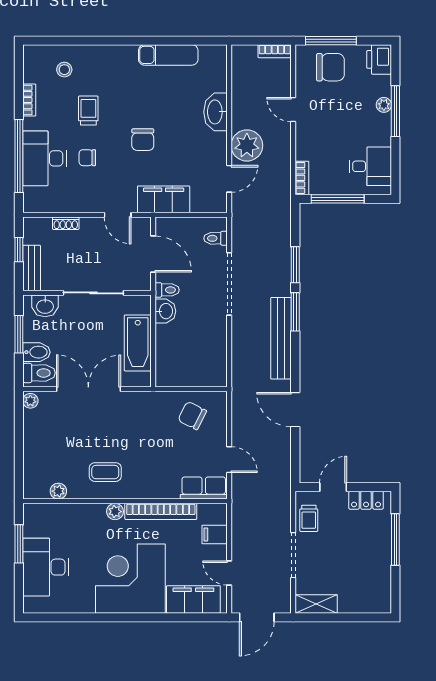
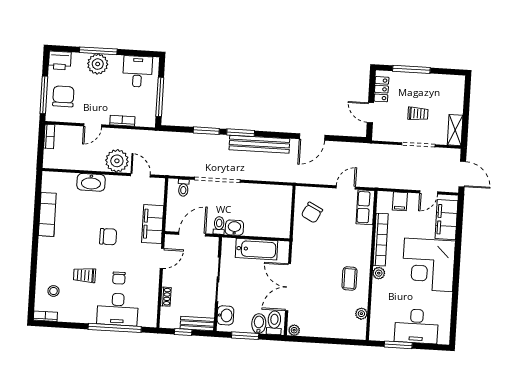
bookcase: (29, 100) -> (45, 316), moved
plant: (384, 105) -> (98, 64), width x1.88, depth x1.88
bookcase: (302, 178) -> (122, 121), moved
trolley: (309, 518) -> (418, 114), moved

